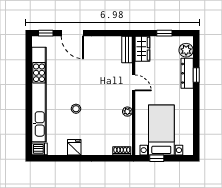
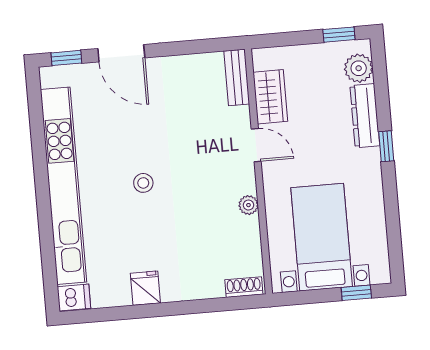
window: (164, 33) -> (339, 35), moved
wardrobe: (142, 49) -> (270, 97), moved
window: (196, 75) -> (386, 146), moved
stool: (76, 109) -> (143, 183), moved
window: (157, 158) -> (356, 293), moved

